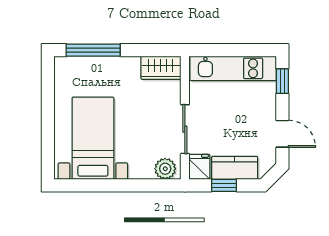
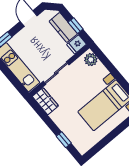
window: (93, 50) -> (64, 140), width x0.46
sliding door: (185, 129) -> (56, 73), moved

